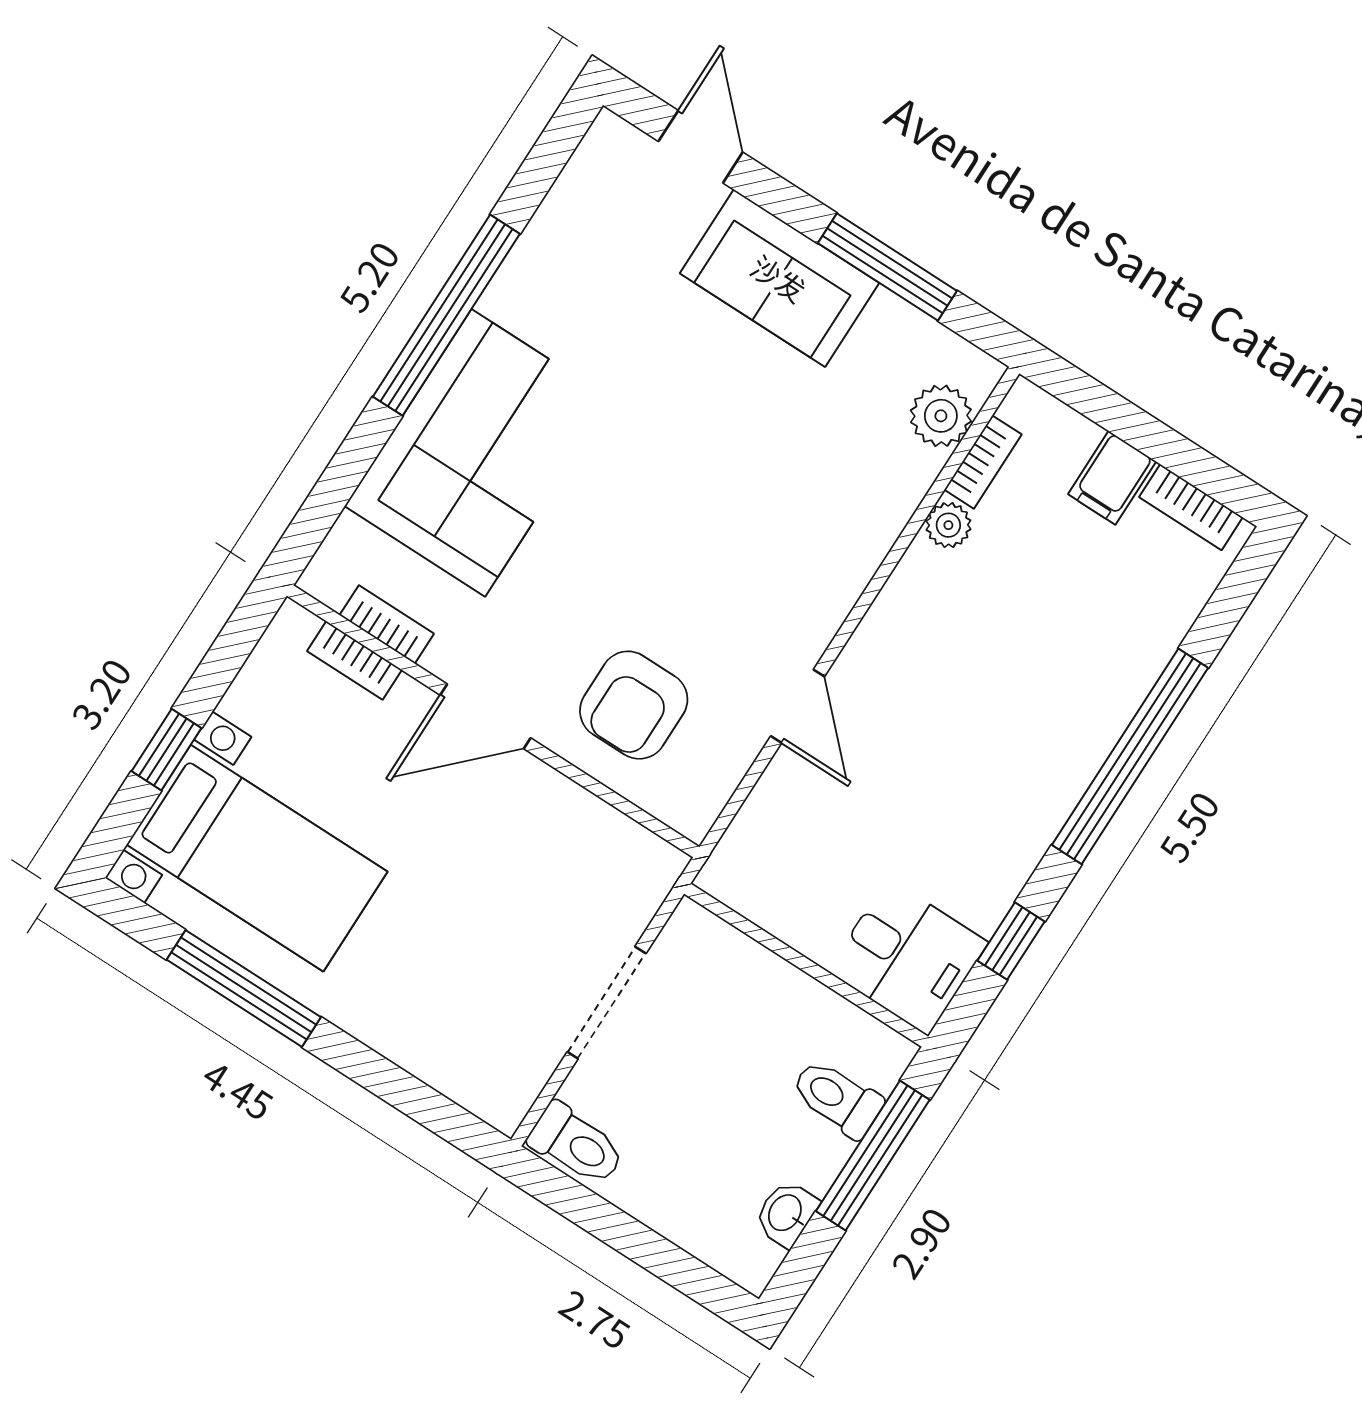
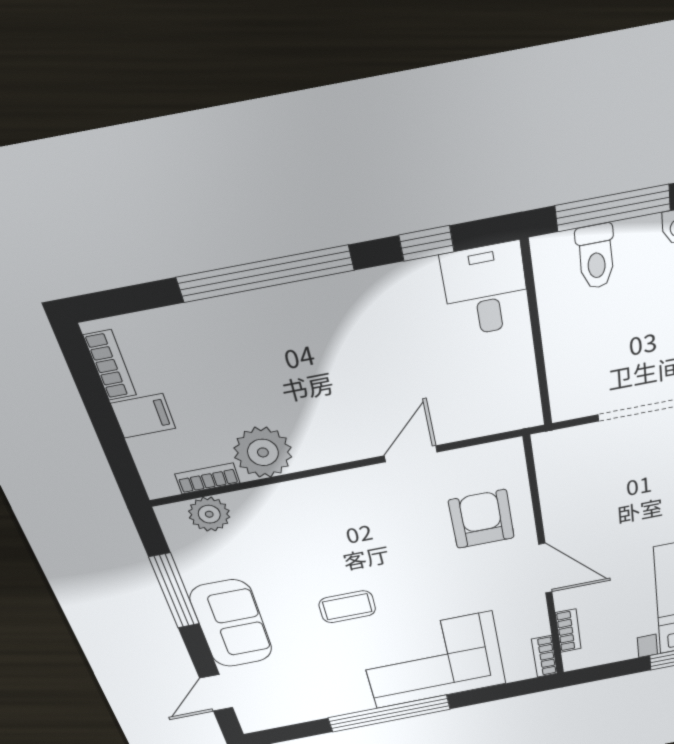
coffee table: (667, 434) -> (347, 607), added
plant: (948, 525) -> (263, 452), width x1.87, depth x1.87
bookcase: (387, 624) -> (544, 656), moved
armchair: (634, 705) -> (482, 519), turned -90

